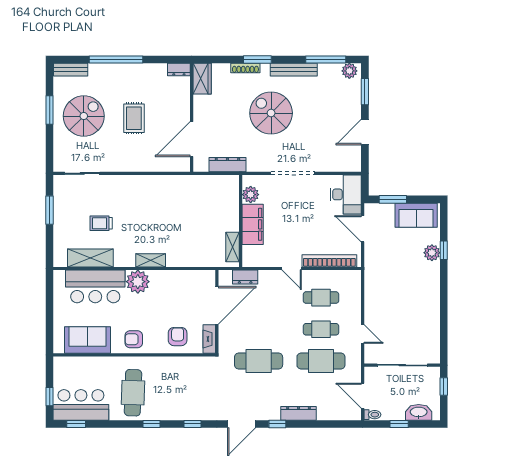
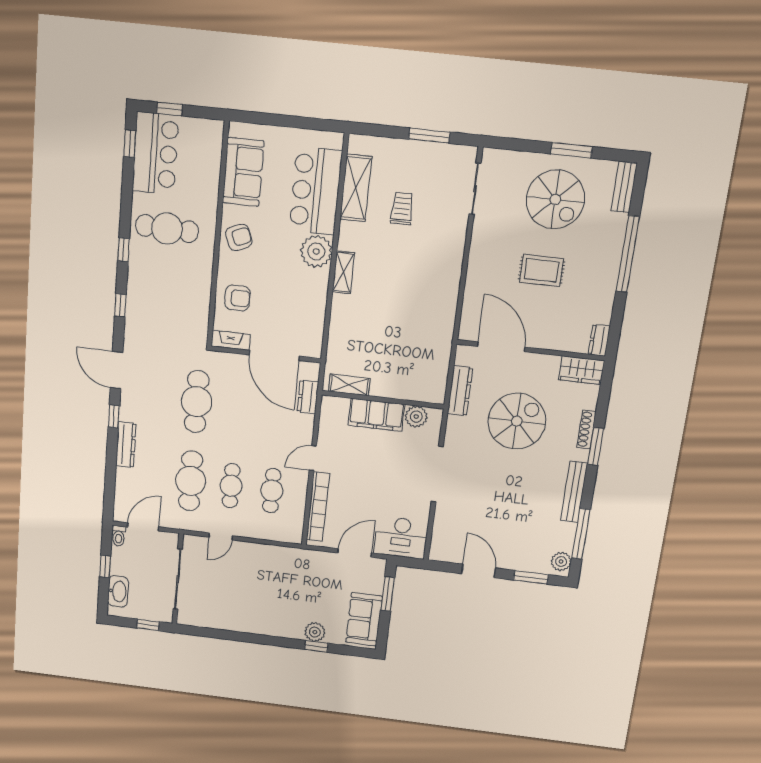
spiral stairs: (271, 113) -> (517, 421), moved
armchair: (134, 339) -> (239, 237), turned 68

